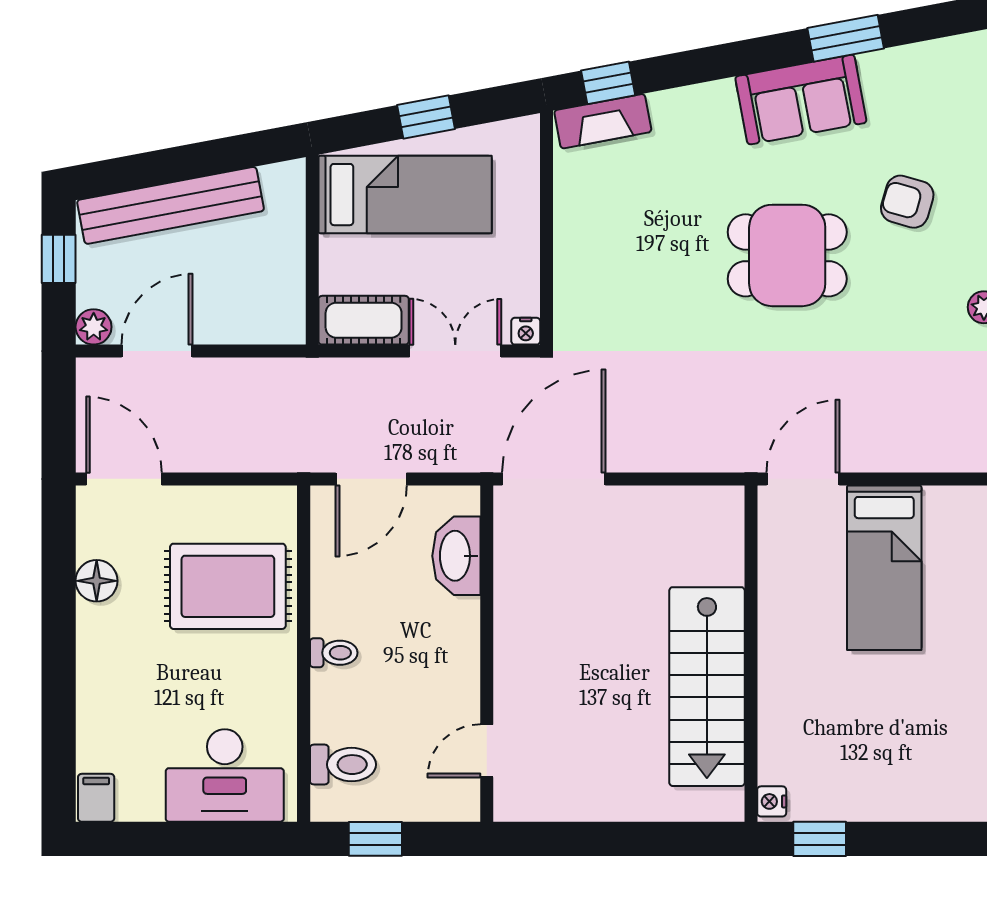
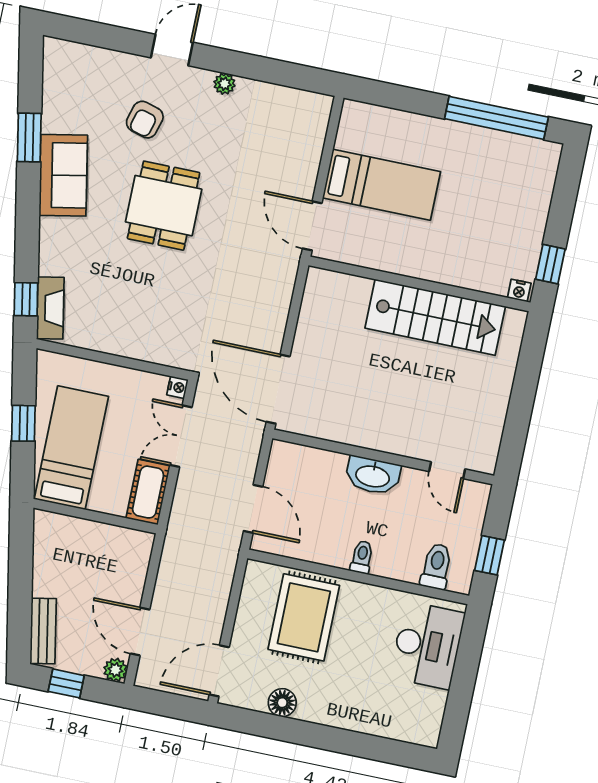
bench: (171, 205) -> (43, 631), width x0.54, depth x0.82
washbasin: (456, 556) -> (373, 476), moved
filing cabinet: (96, 798) -> (424, 733), removed

